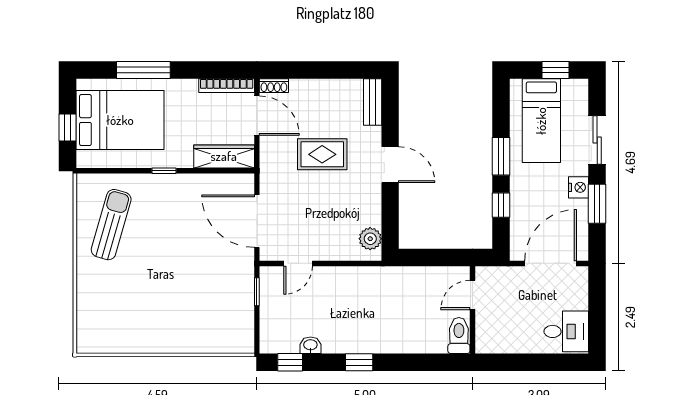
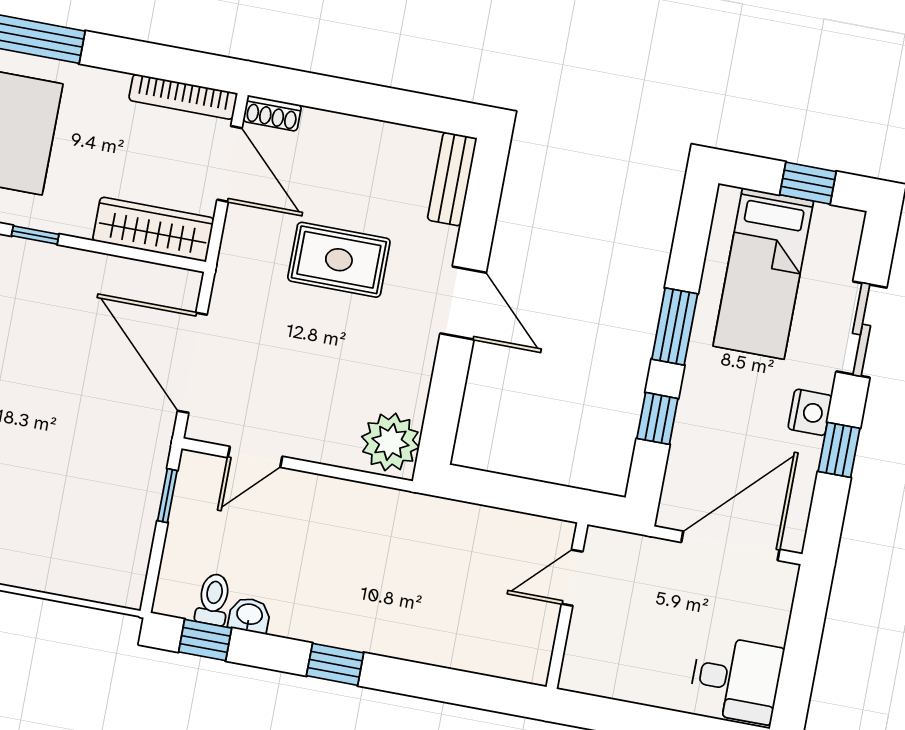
window: (597, 204) -> (839, 450), width x0.67
plant: (370, 239) -> (390, 442), width x1.36, depth x1.36
toilet: (459, 336) -> (213, 599), moved, width x0.73, depth x0.72

